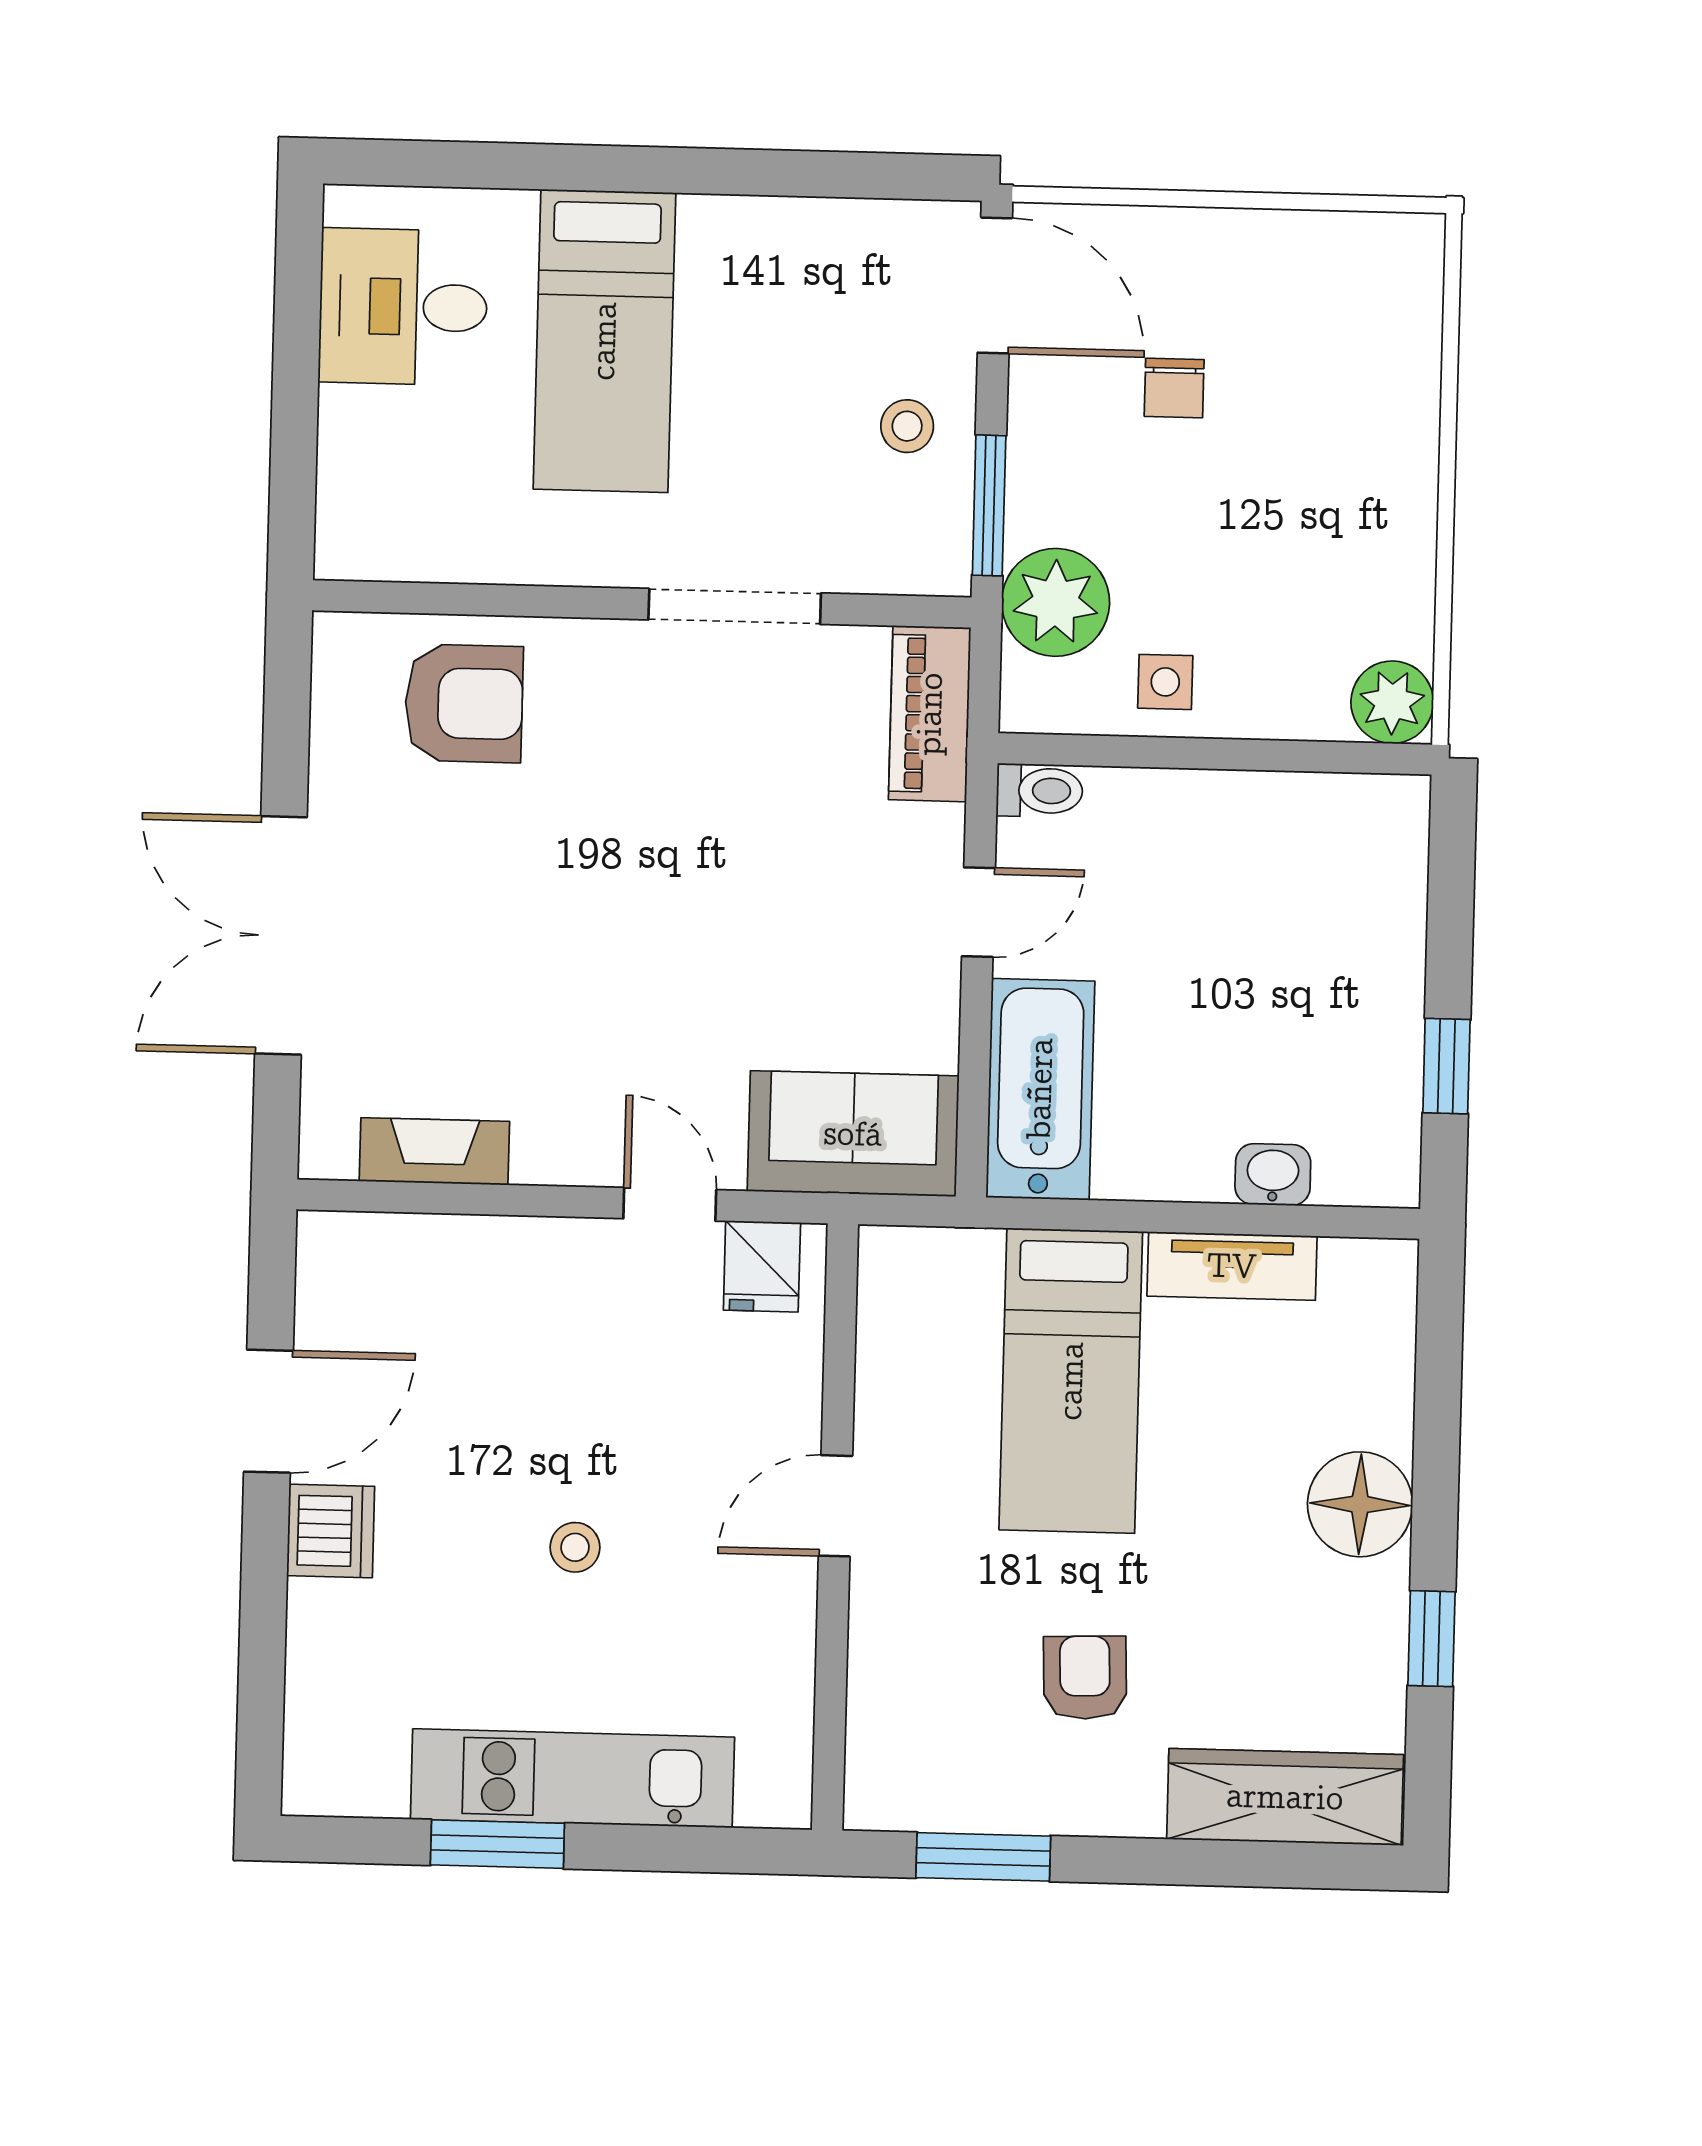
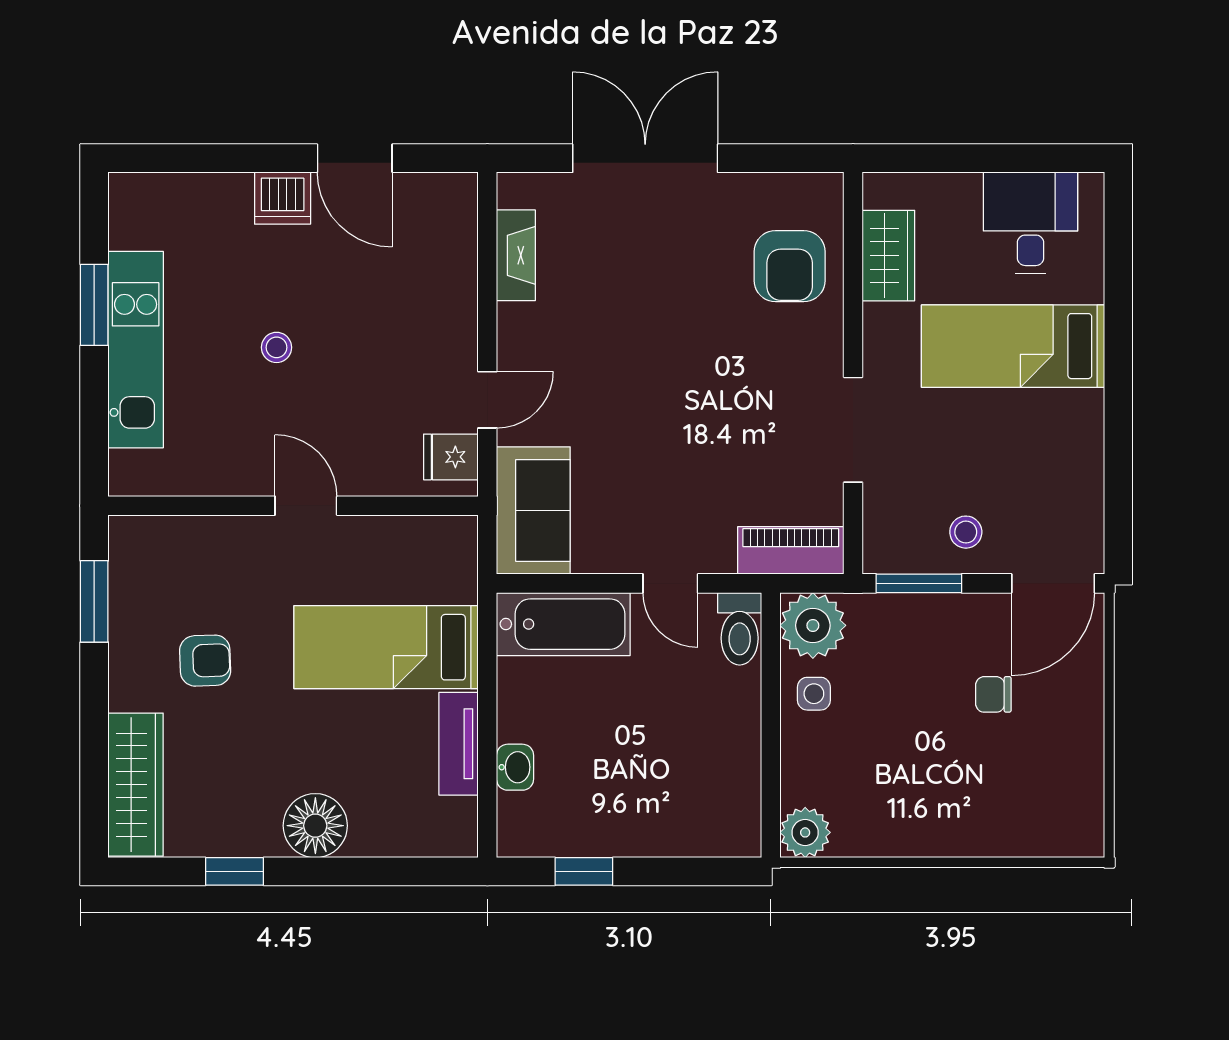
wardrobe: (451, 541) -> (888, 256), added
plant: (1056, 602) -> (813, 625), moved
toilet: (1039, 791) -> (740, 629), width x1.37, depth x1.39

